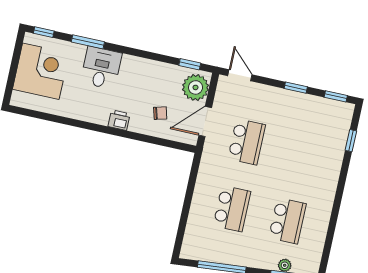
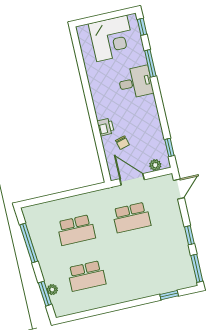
plant: (196, 87) -> (155, 165), width x0.53, depth x0.53
window: (336, 96) -> (197, 268), width x1.50
printer: (119, 120) -> (106, 127), moved

